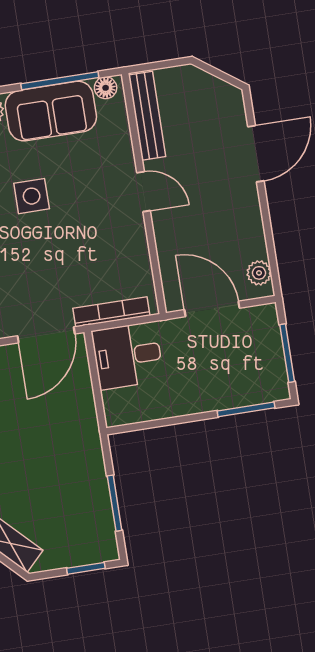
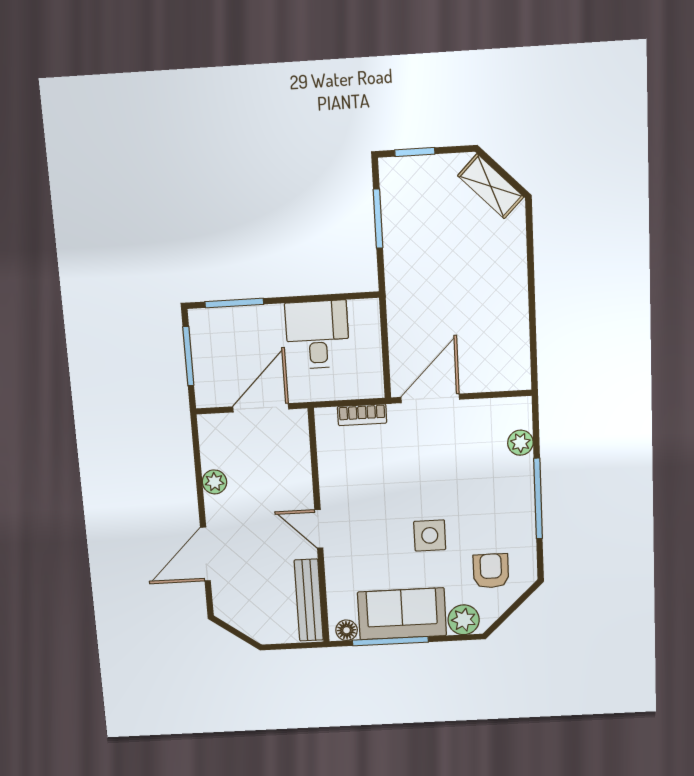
plant: (259, 273) -> (214, 482), moved
door: (212, 309) -> (261, 408), swing flipped
bookcase: (111, 312) -> (362, 415), width x0.64
desk: (127, 356) -> (317, 335), moved, turned -90

